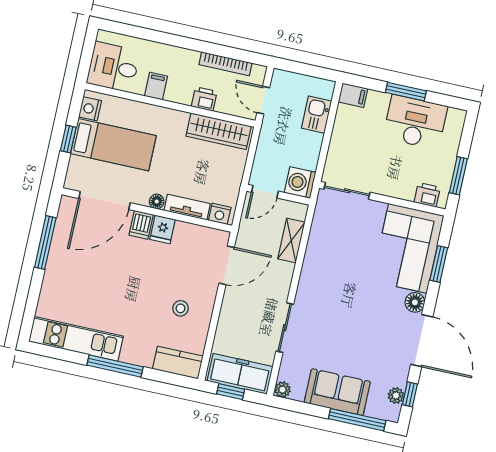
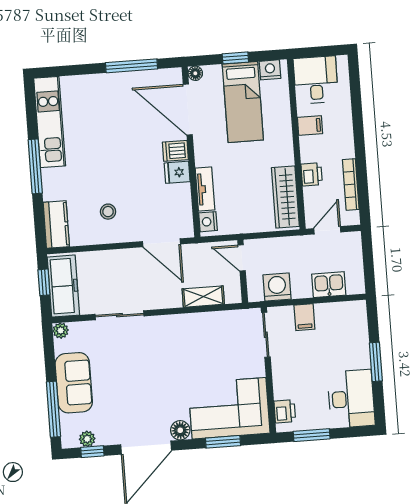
filing cabinet: (353, 95) -> (304, 317), moved
desk: (415, 122) -> (351, 399), moved
washing machine: (300, 183) -> (277, 287), moved
floor lamp: (157, 201) -> (195, 73), moved

